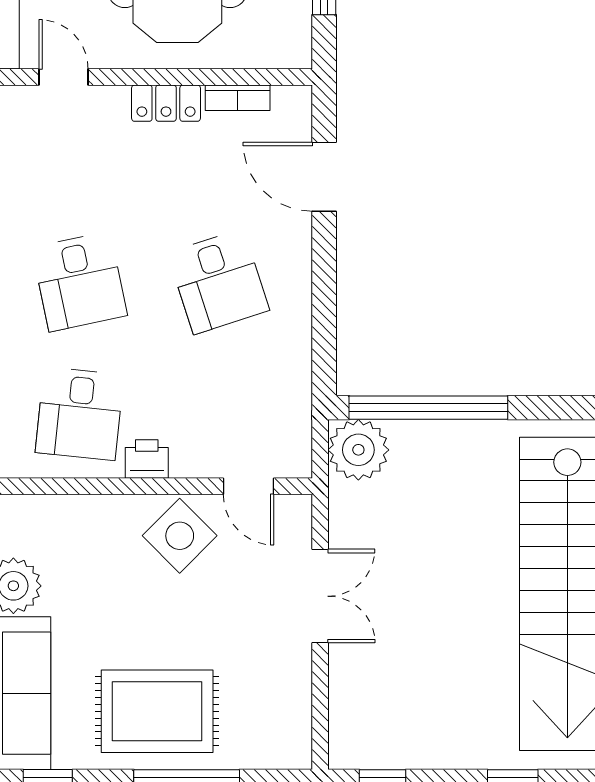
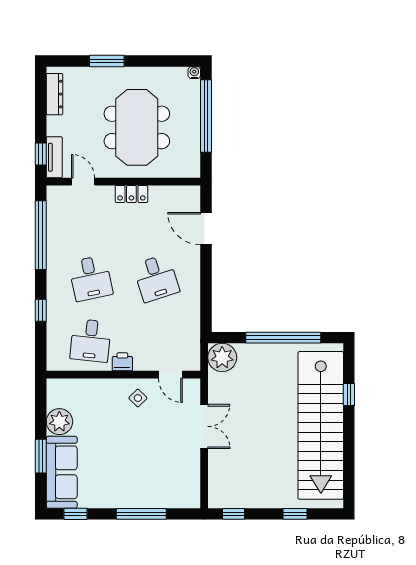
bookcase: (238, 98) -> (165, 191), removed
window: (428, 408) -> (283, 338), moved
side table: (180, 536) -> (138, 398), width x0.54, depth x0.54
rug: (157, 711) -> (127, 481), removed

